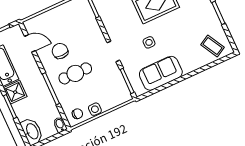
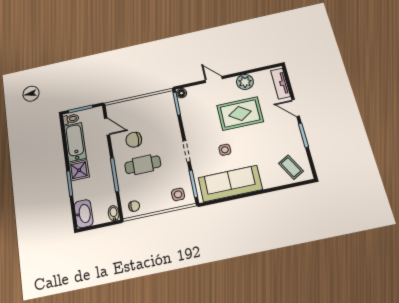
chair: (60, 51) -> (134, 140), turned -90
sofa: (161, 73) -> (230, 184), width x1.36
side table: (95, 109) -> (178, 194), moved

